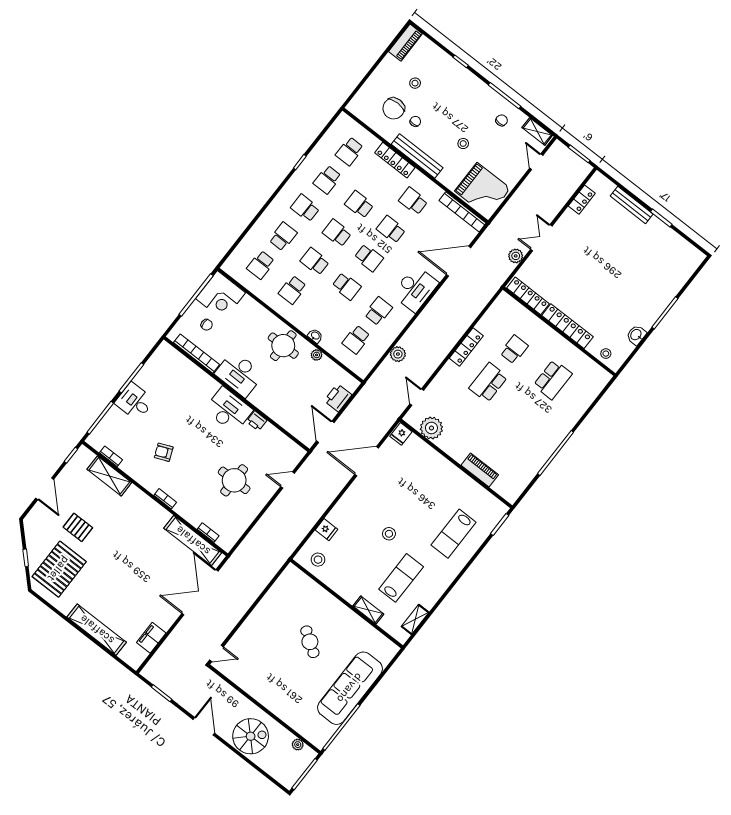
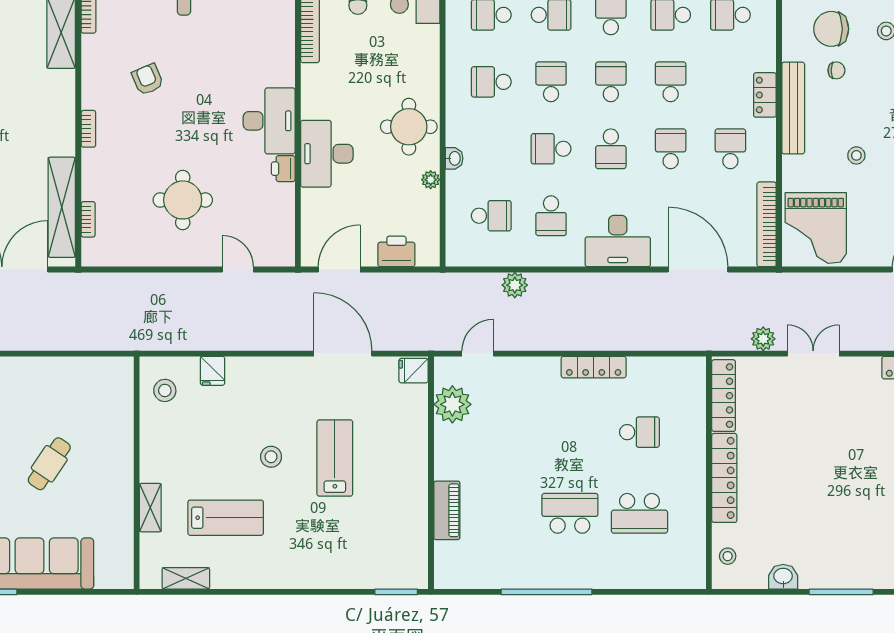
locker: (395, 160) -> (765, 95), width x0.66
school desk: (347, 286) -> (551, 149), turned 90
school desk: (378, 311) -> (551, 216), turned 90
school desk: (356, 340) -> (491, 216), turned 180
desk: (239, 374) -> (327, 154), moved
school desk: (488, 382) -> (570, 513), moved
lab bench: (454, 534) -> (335, 458), moved, turned 90

